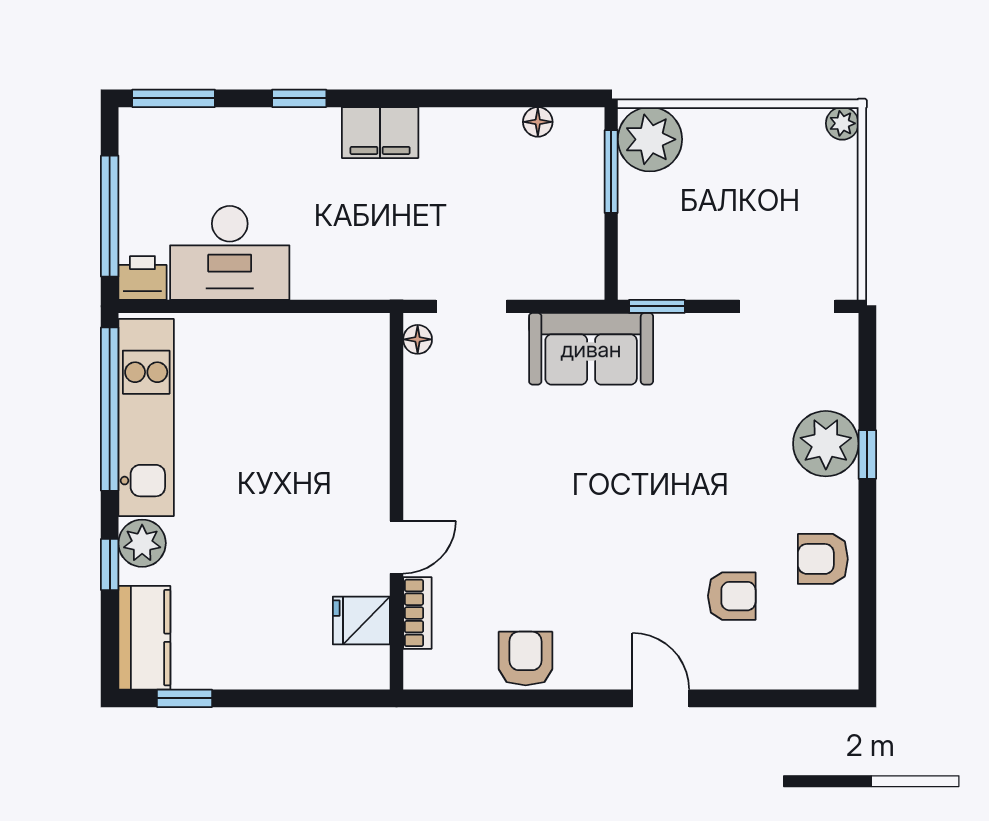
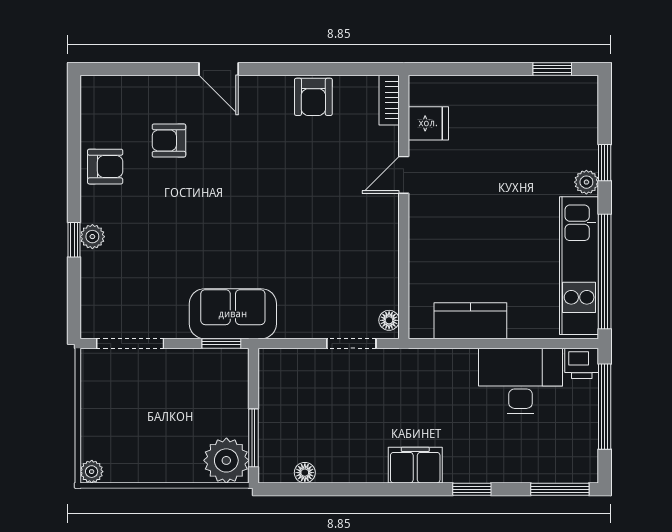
sofa: (591, 349) -> (233, 314), moved
plant: (826, 444) -> (92, 237), width x0.53, depth x0.53
plant: (142, 543) -> (586, 182), width x0.73, depth x0.73
bookcase: (417, 613) -> (389, 100), moved
kitchen counter: (144, 638) -> (470, 321), moved, turned 90

